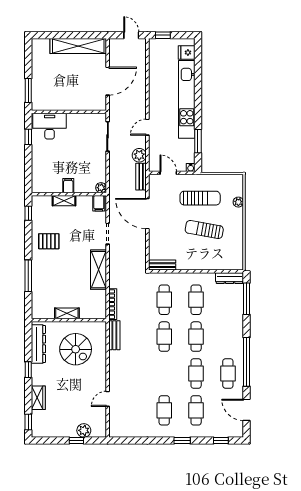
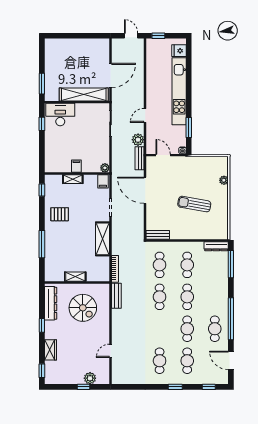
shelving: (78, 46) -> (84, 94), moved
sun lounger: (200, 198) -> (191, 177), removed

